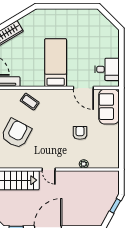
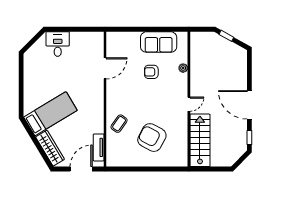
bed: (56, 63) -> (50, 114), moved, turned 149
desk: (107, 69) -> (58, 44), moved
sofa: (109, 107) -> (159, 42), moved

